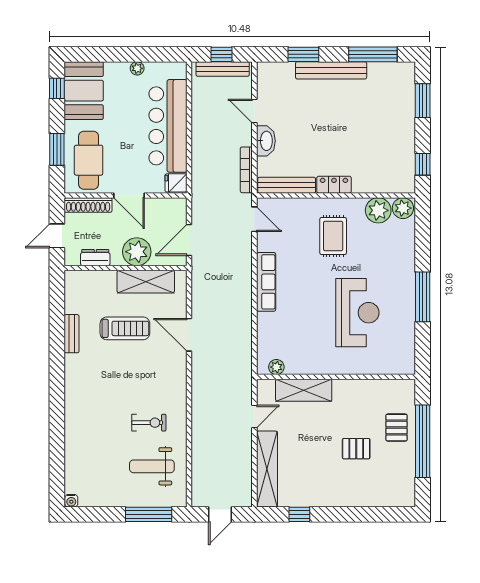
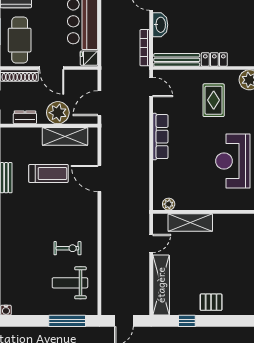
reception desk: (357, 313) -> (233, 161), turned 180
pallet: (356, 449) -> (211, 302), moved

